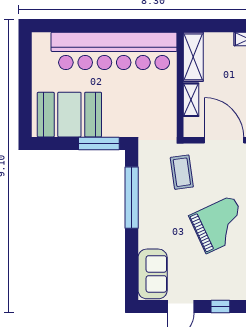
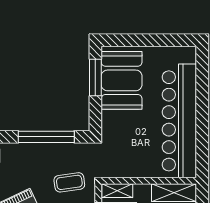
shelving: (191, 100) -> (117, 191), moved
window: (99, 143) -> (95, 77), moved

